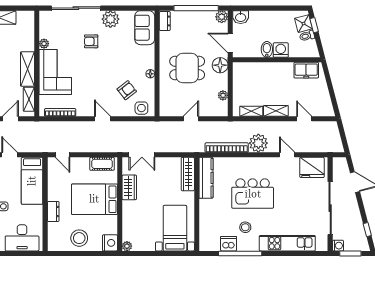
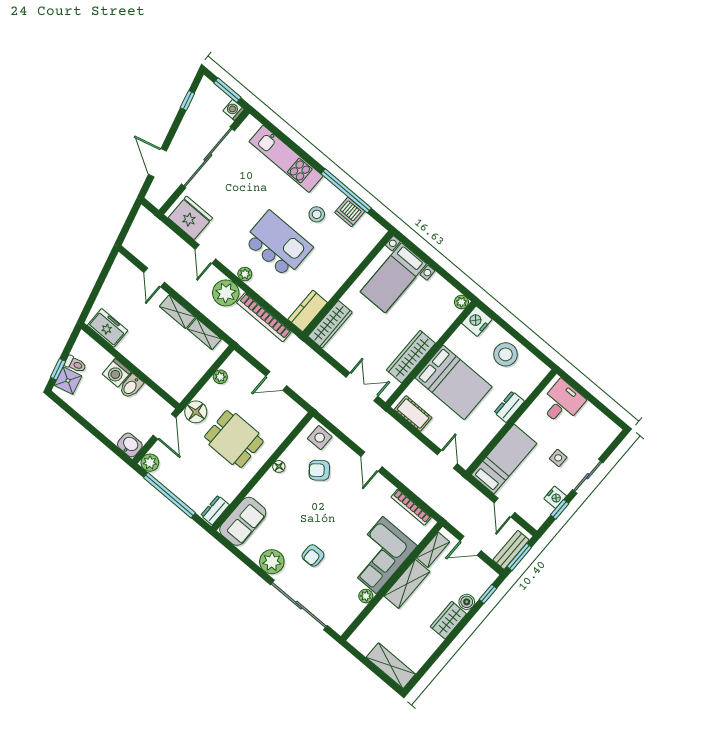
armchair: (91, 41) -> (313, 555), turned 90
plant: (257, 162) -> (245, 274), added
kitchen counter: (206, 178) -> (308, 311), width x0.67
wardrobe: (129, 187) -> (411, 357), width x1.50
desk: (22, 238) -> (562, 403), width x0.73

